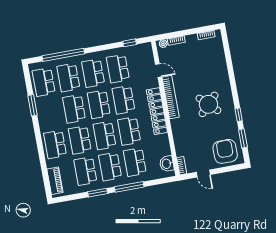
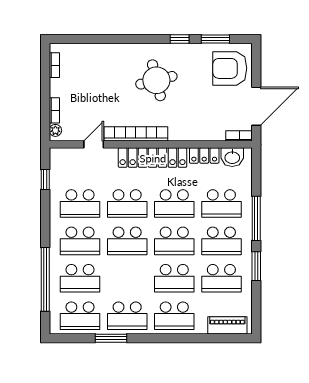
round table: (208, 104) -> (156, 80), turned 32
school desk: (74, 109) -> (127, 316), moved
locker: (165, 145) -> (204, 155), added
door: (203, 173) -> (256, 106), width x1.87

